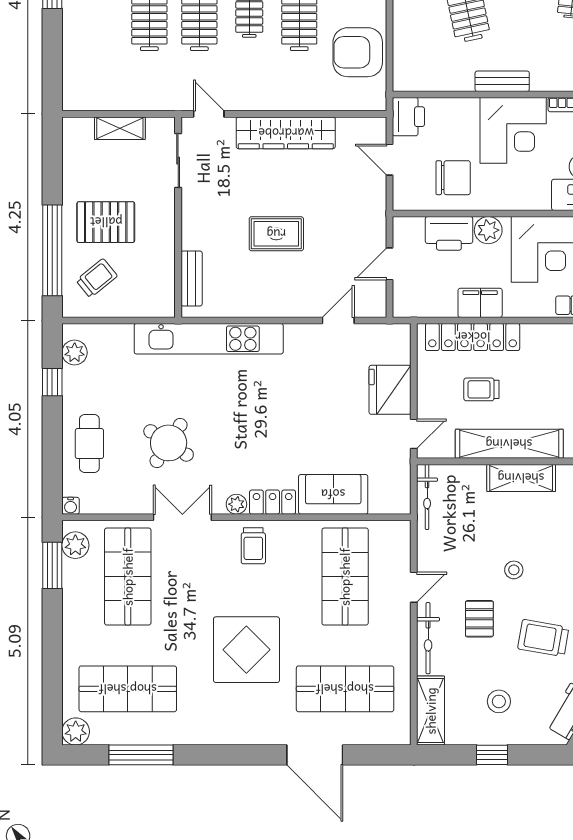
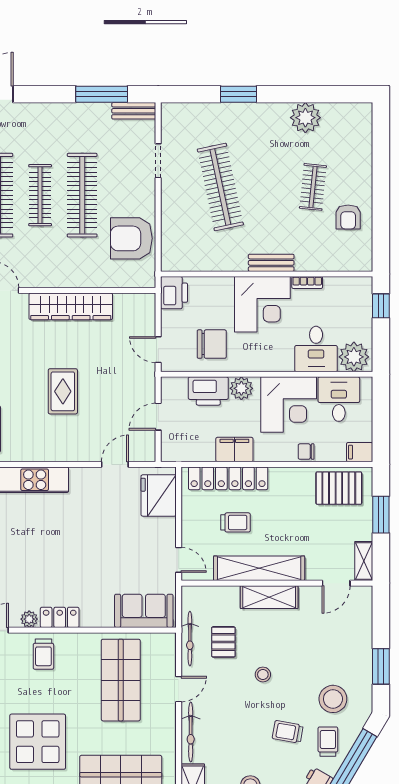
bench: (502, 81) -> (271, 263), moved
door: (390, 160) -> (158, 350), moved
rug: (276, 234) -> (63, 391), turned 90
trolley: (481, 389) -> (236, 522), turned 180
fridge: (390, 390) -> (159, 495), moved
door: (414, 434) -> (179, 560), hinge flipped
sofa: (333, 494) -> (144, 611), moved
bicycle: (427, 497) -> (190, 639), moved
pallet: (479, 619) -> (223, 642), moved
trolley: (543, 638) -> (288, 732), width x0.73, depth x0.72

